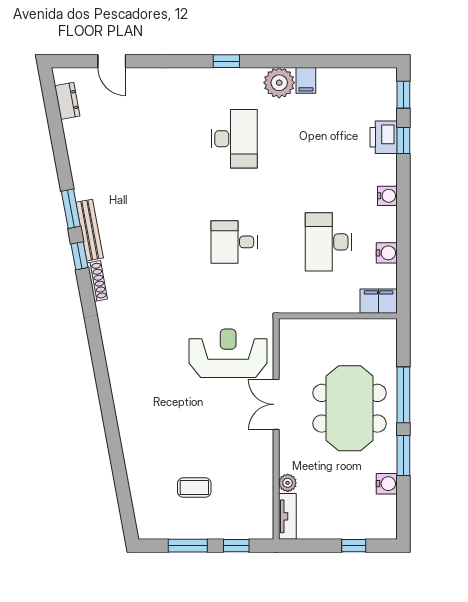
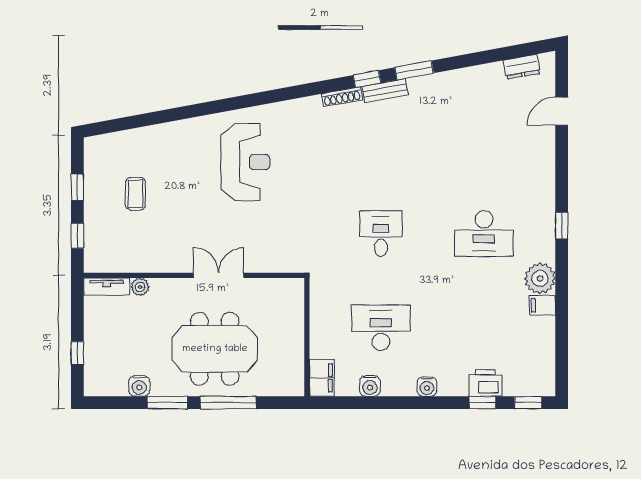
bench: (90, 230) -> (385, 91), width x0.73
reception desk: (228, 353) -> (245, 162), moved
window: (188, 546) -> (77, 187), width x0.67

